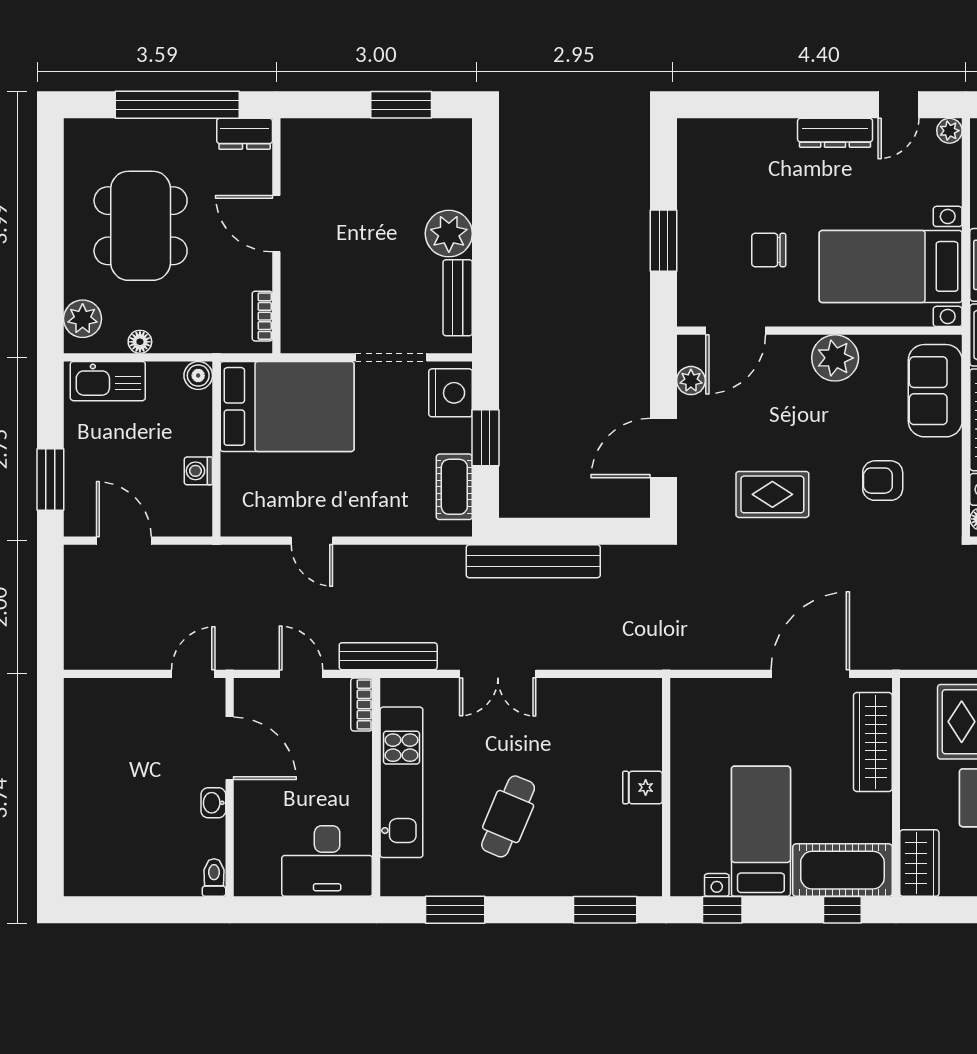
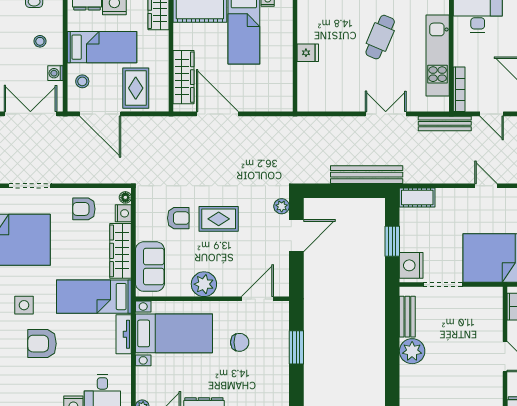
plant: (691, 381) -> (282, 206), moved
cot: (454, 487) -> (417, 197), moved, turned 90
rug: (772, 494) -> (219, 219), moved
door: (810, 674) -> (217, 114), swing flipped
bookcase: (362, 704) -> (459, 89), width x1.56

